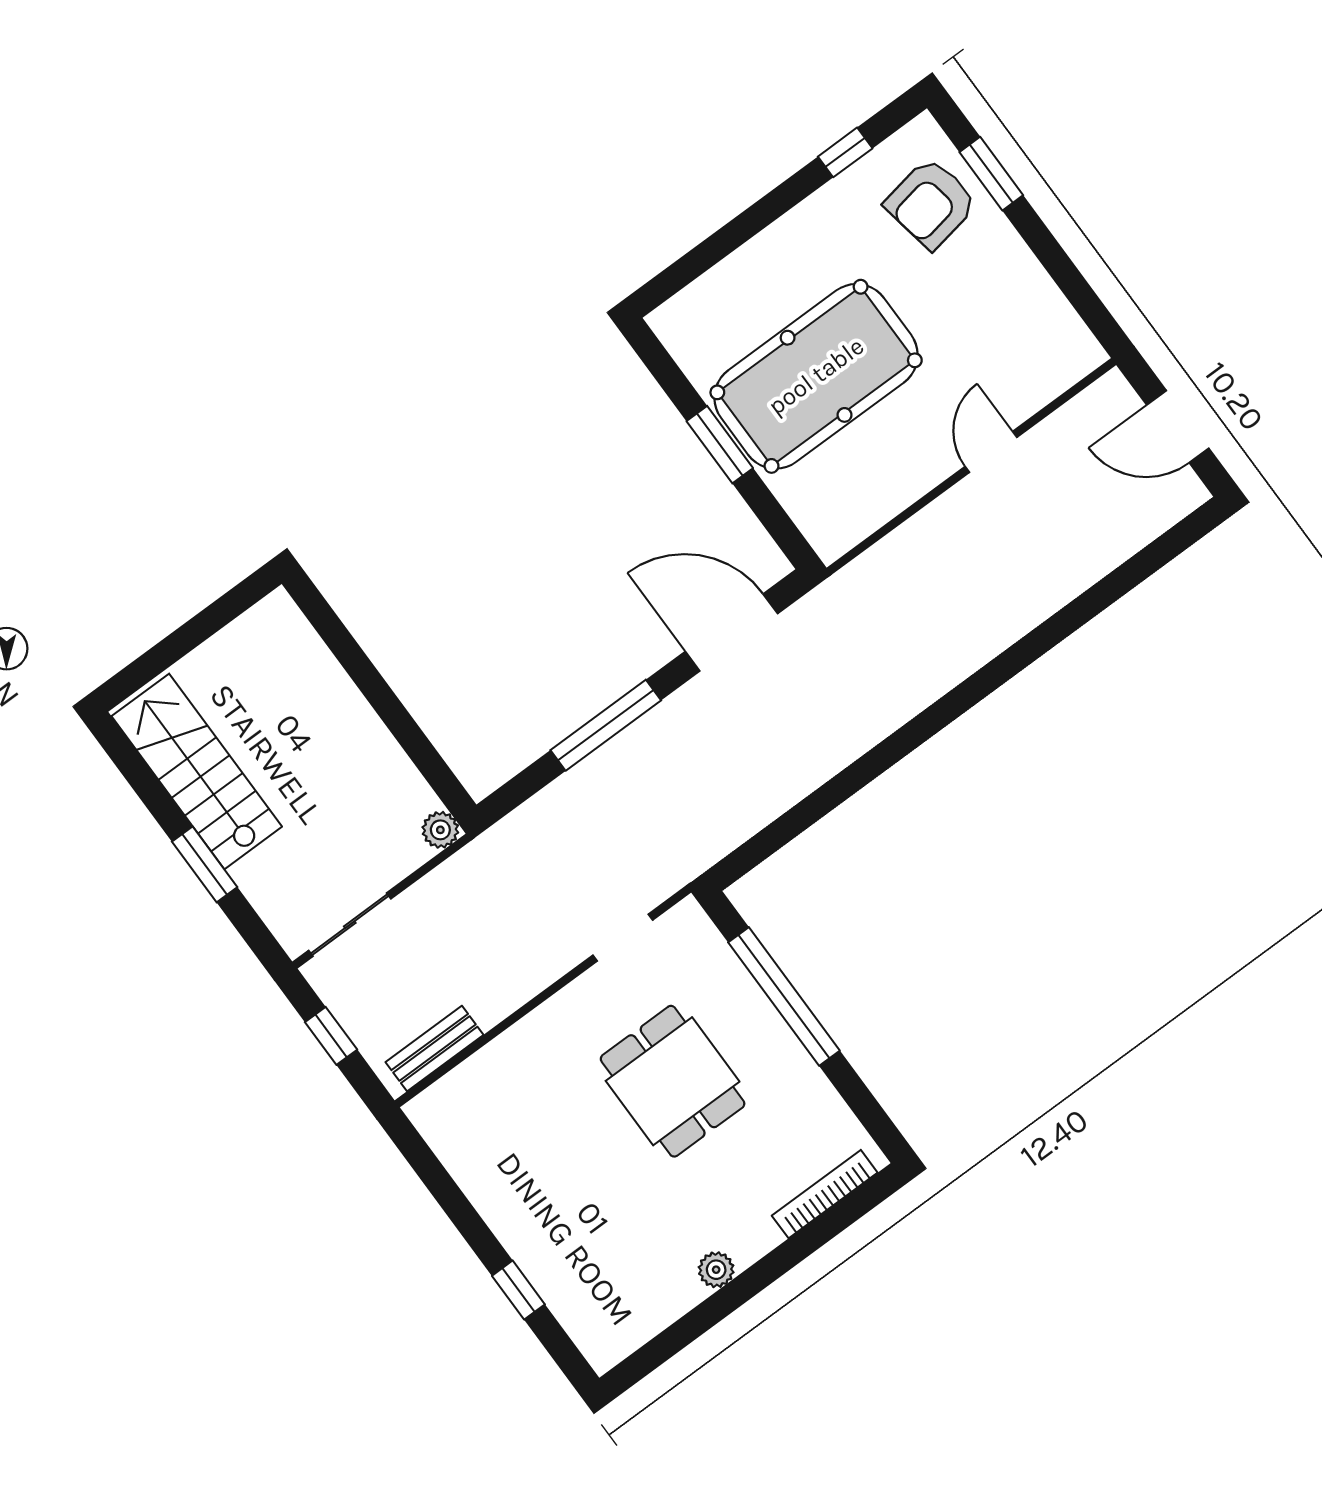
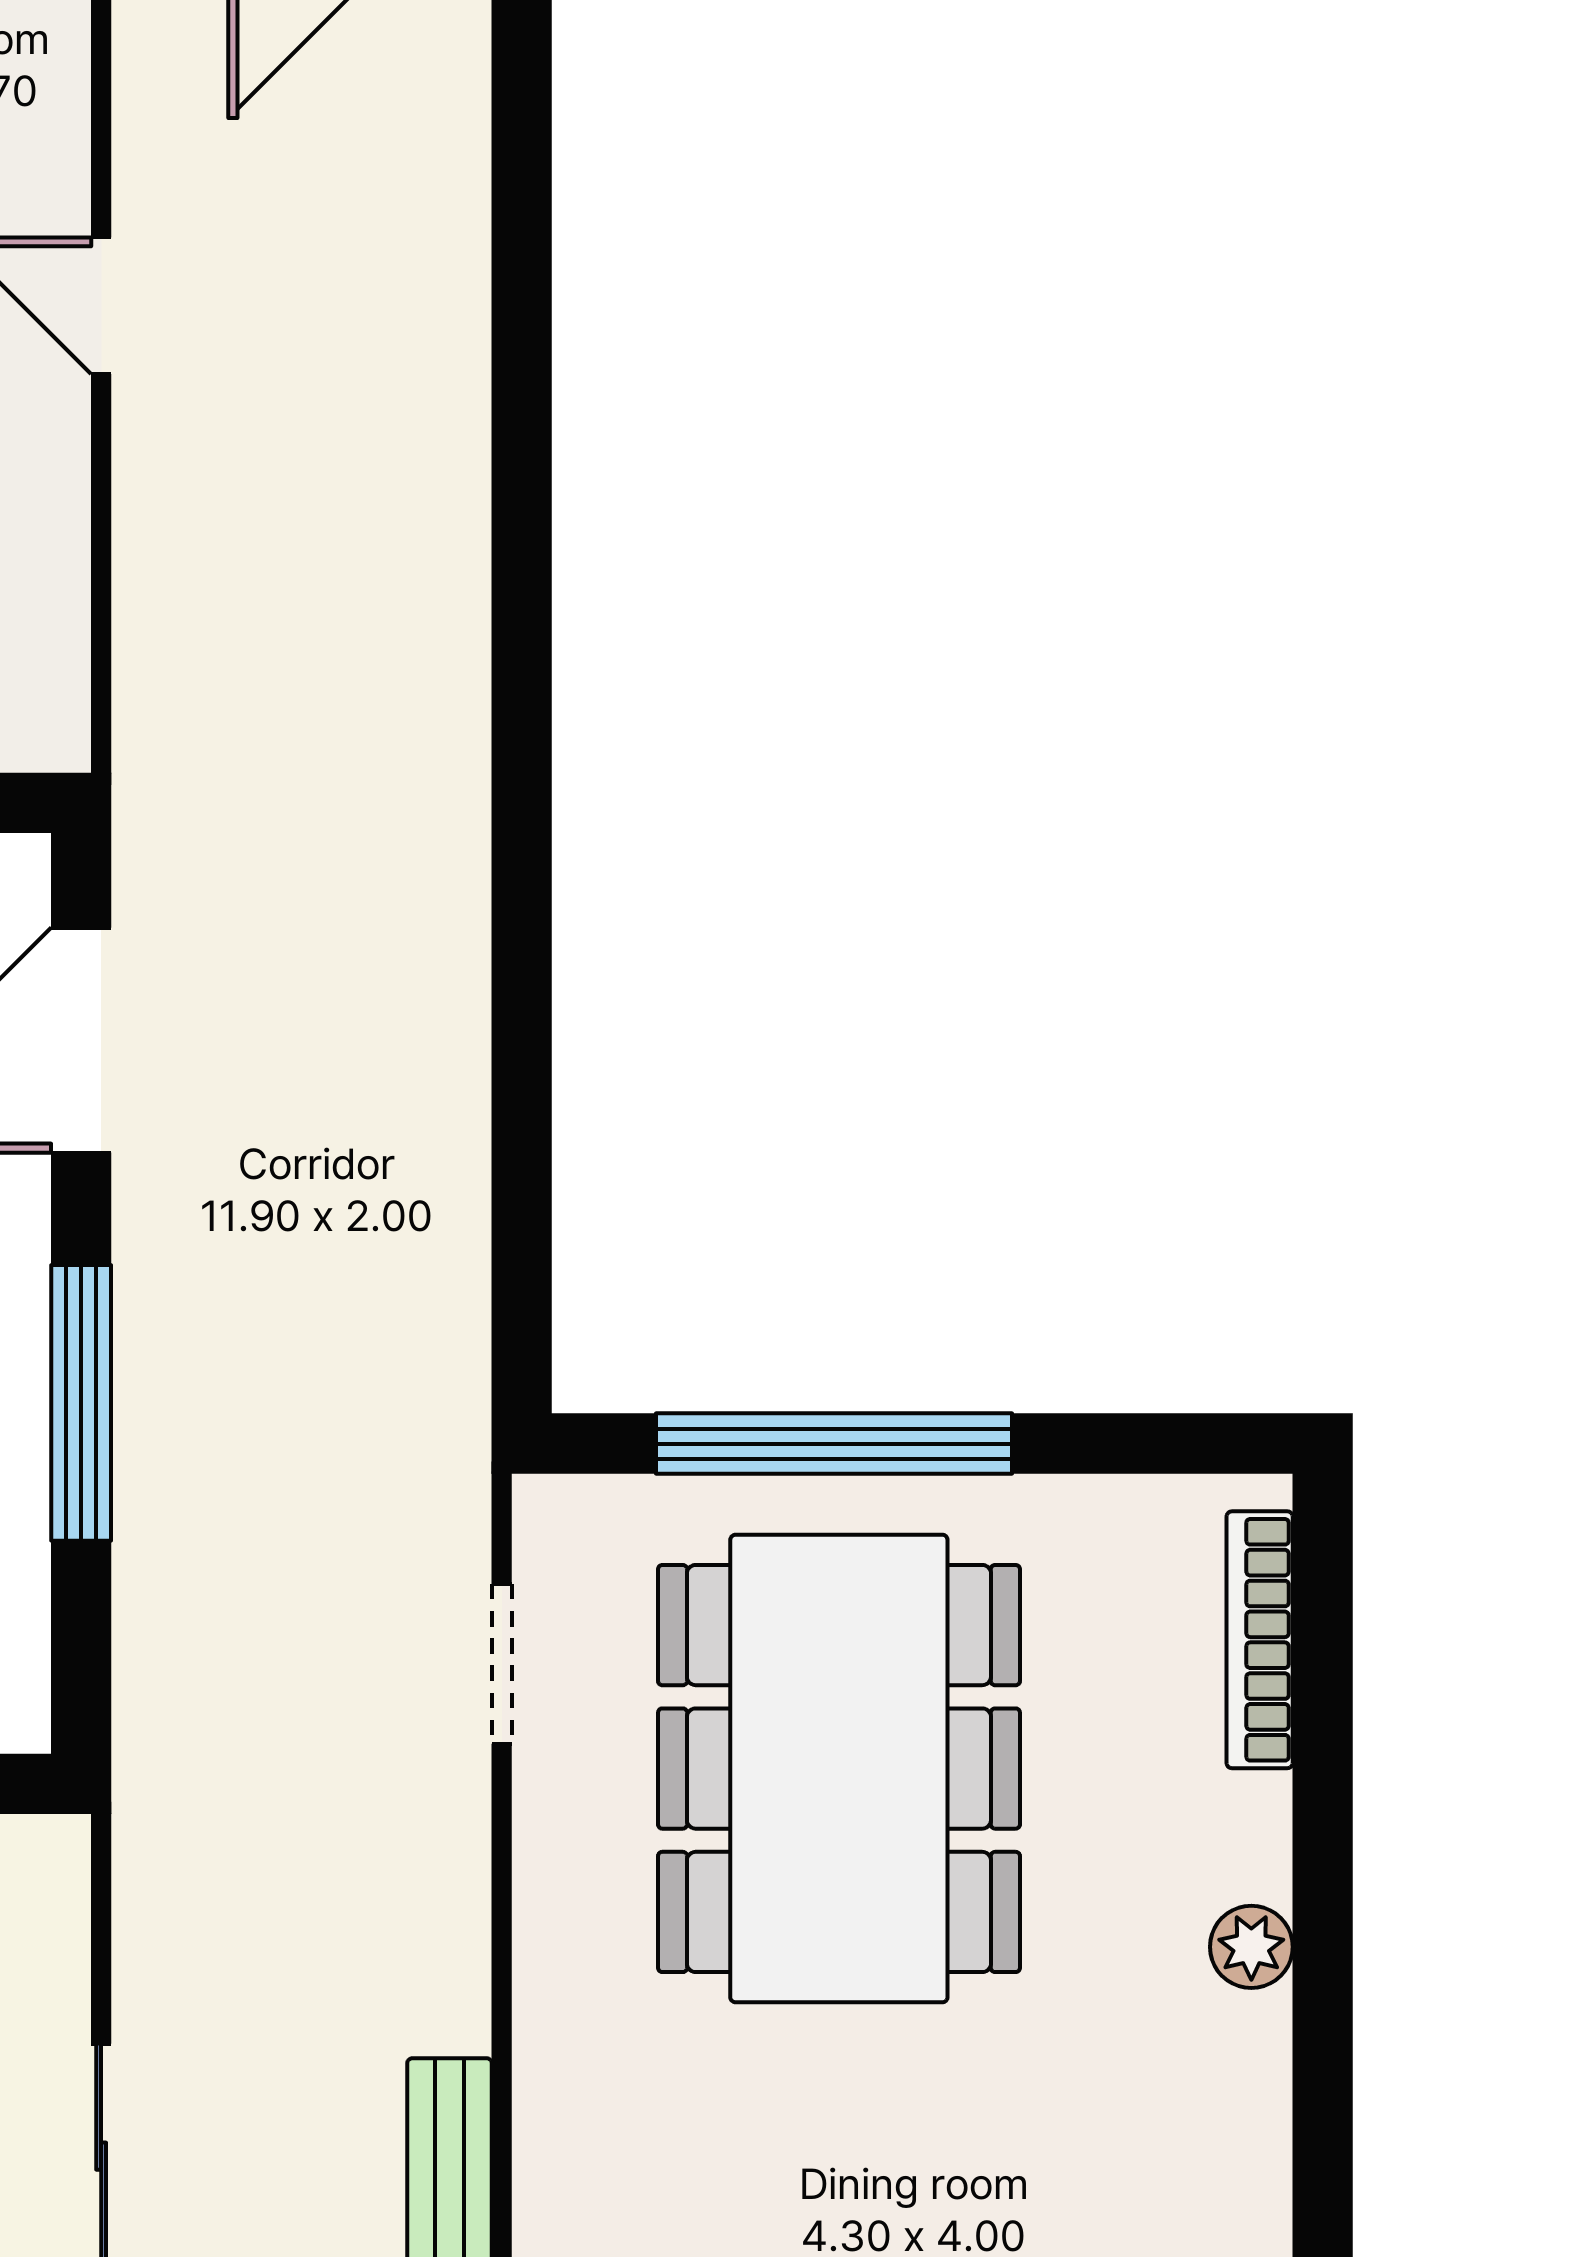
plant: (440, 830) -> (49, 1856), removed
dining table: (673, 1081) -> (839, 1769), width x1.88, depth x1.24

